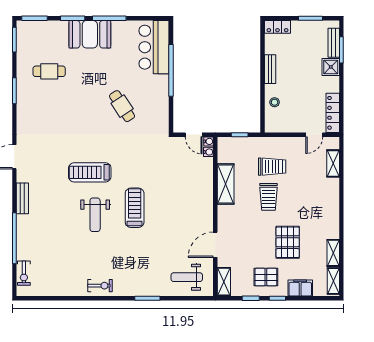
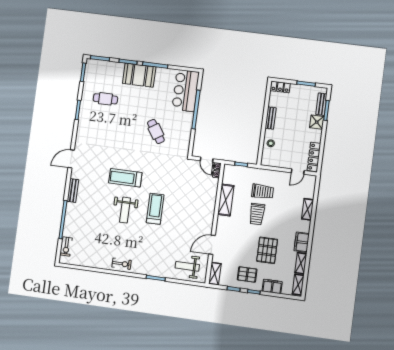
shelving: (333, 163) -> (308, 209), moved
filing cabinet: (331, 226) -> (302, 242), added

